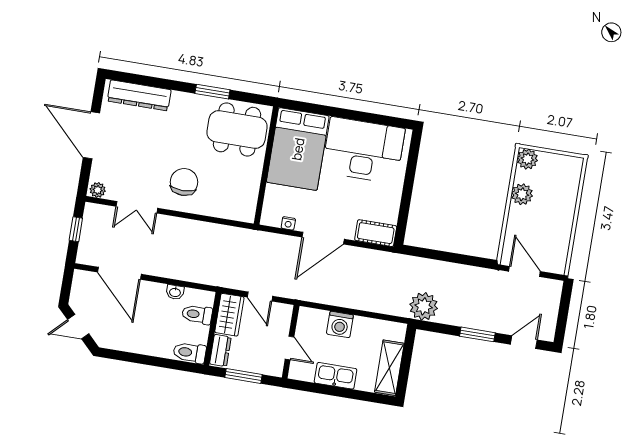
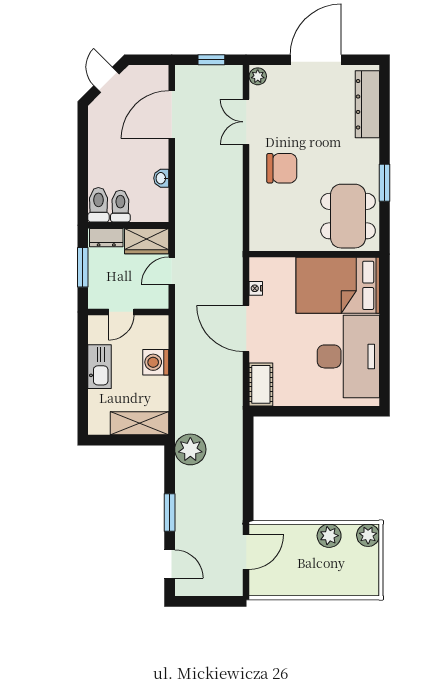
toilet: (197, 314) -> (120, 206), moved
shelving: (389, 368) -> (139, 423), moved

